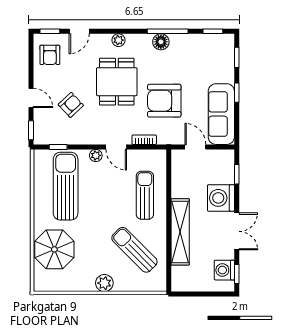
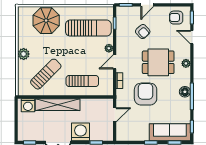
sofa: (221, 114) -> (170, 132), moved
washing machine: (224, 270) -> (28, 105), moved, turned 180

